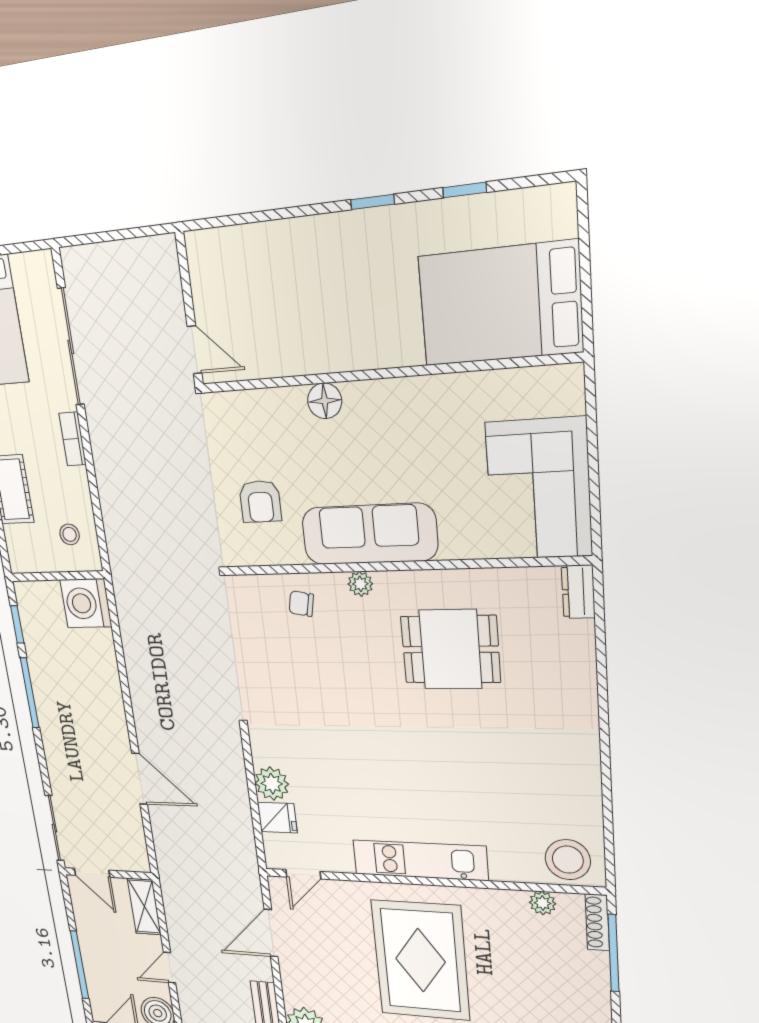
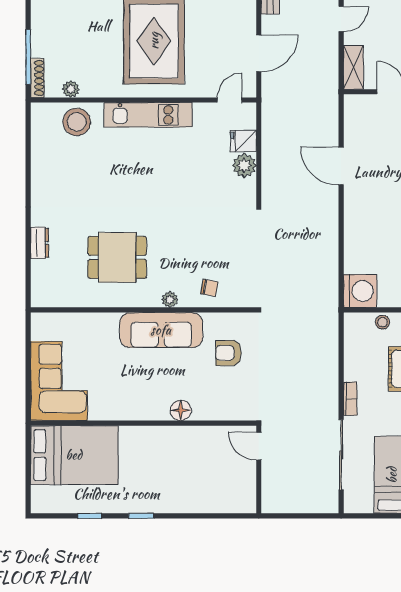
corner sofa: (539, 489) -> (59, 381), moved
armchair: (260, 502) -> (228, 353), turned -90
stool: (70, 534) -> (382, 322), moved
dresser: (578, 592) -> (40, 243), moved
stool: (568, 860) -> (77, 122), moved

